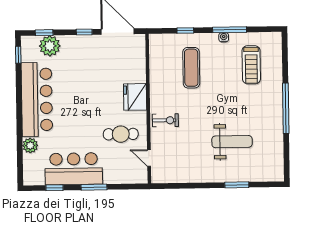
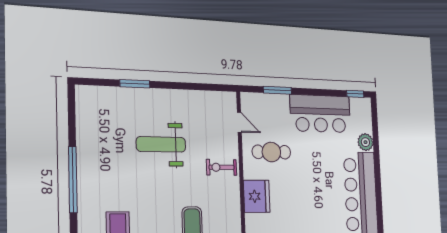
weight bench: (232, 142) -> (161, 144), moved
window: (94, 187) -> (277, 90), moved
window: (54, 188) -> (355, 94), moved

